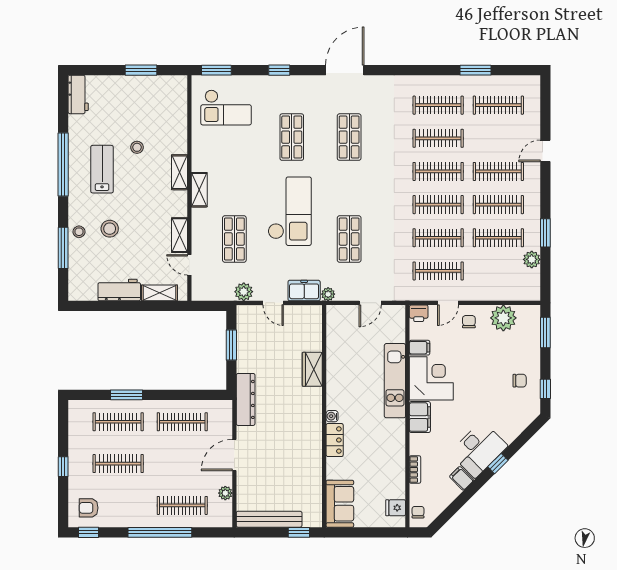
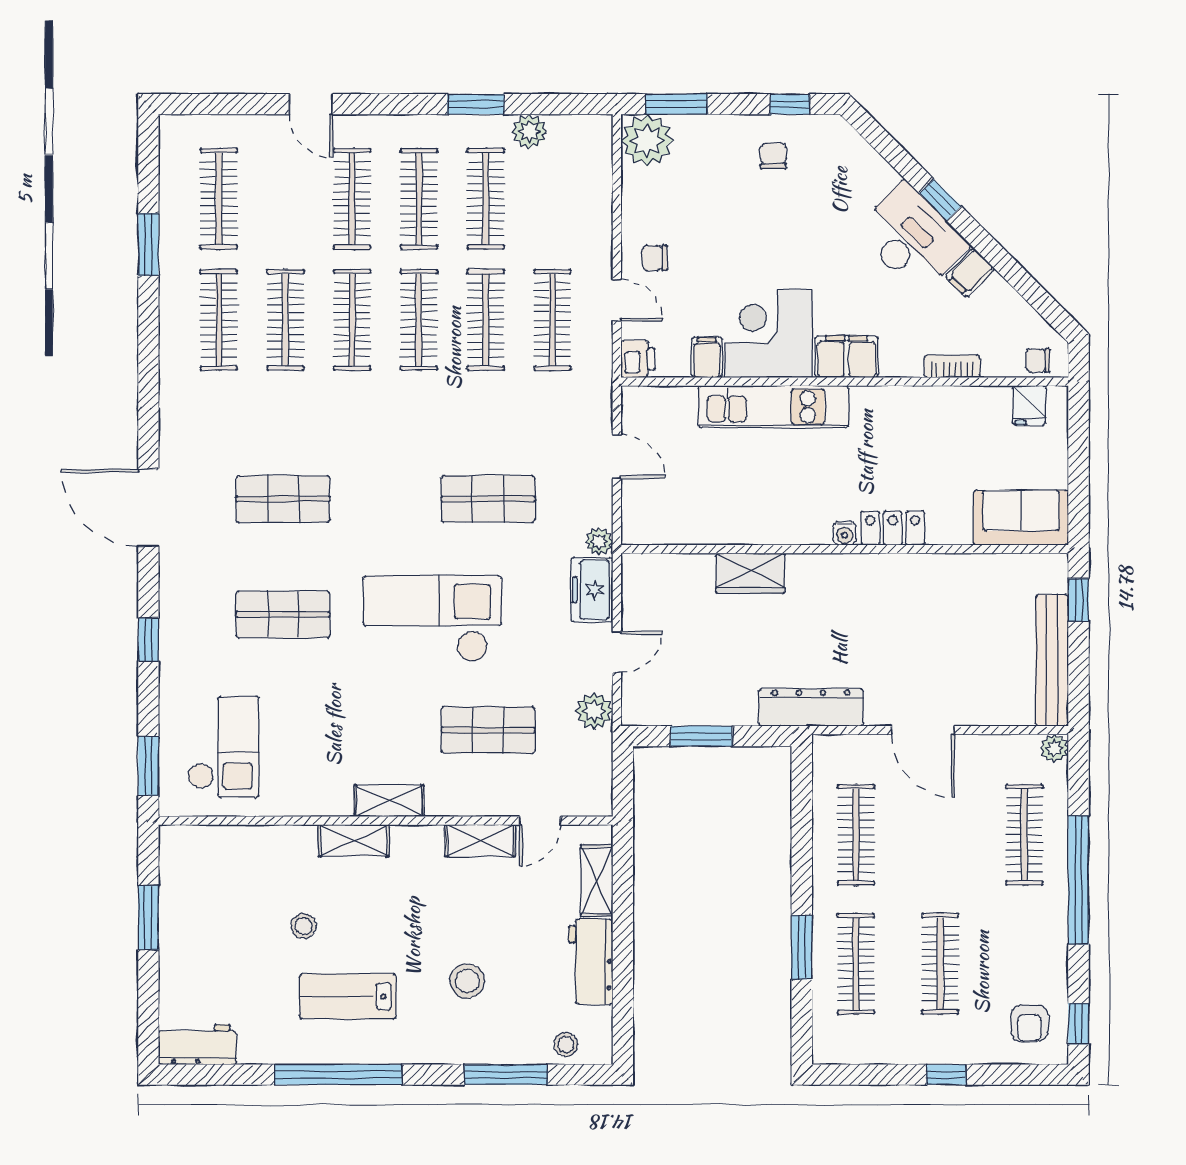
stool: (79, 232) -> (566, 1045), moved
plant: (503, 318) -> (647, 140), moved
plant: (225, 493) -> (1054, 748), moved

